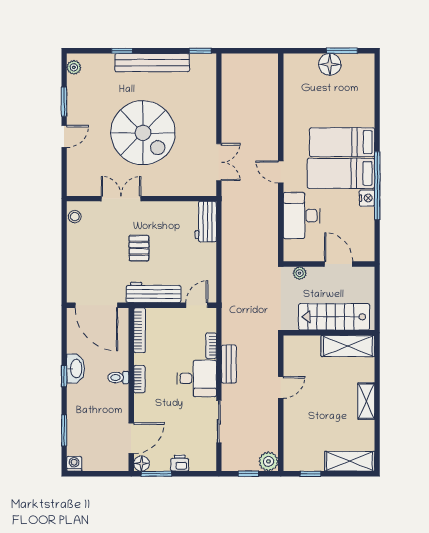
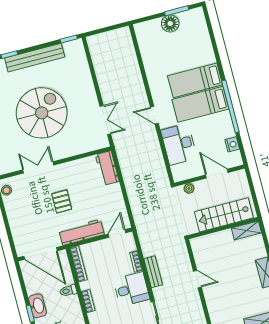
spiral stairs: (143, 133) -> (42, 113), turned -90
nightstand: (367, 198) -> (232, 144), moved
shelving: (348, 346) -> (246, 230), width x0.67, depth x0.75
toilet: (118, 378) -> (68, 291), moved
door: (281, 387) -> (197, 279), hinge flipped

